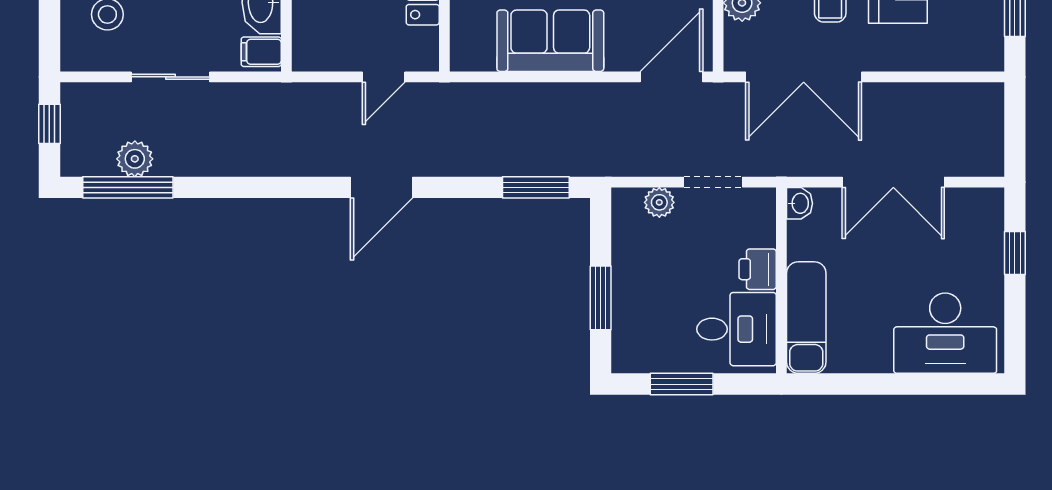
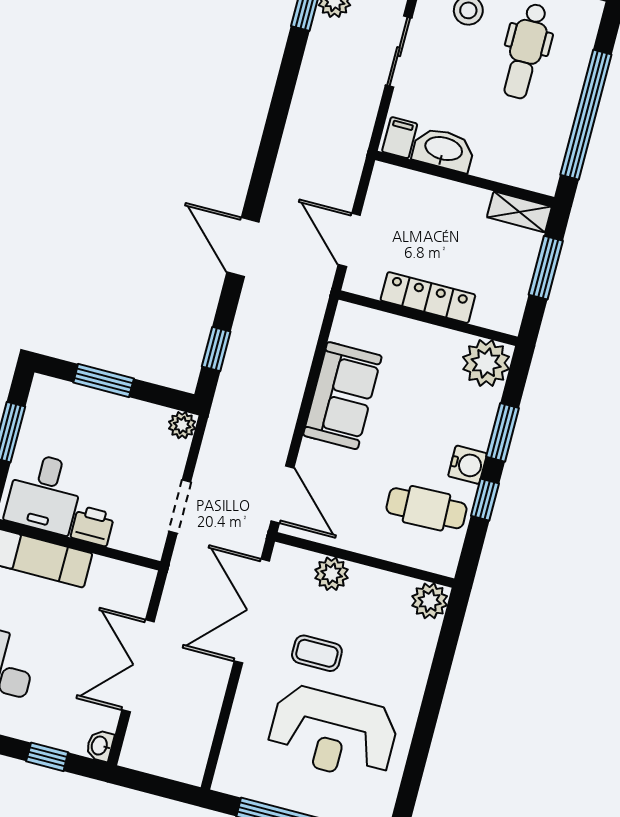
door: (384, 77) -> (349, 240), width x1.38
door: (381, 187) -> (243, 247), moved
window: (536, 187) -> (216, 349), width x0.67
plant: (659, 202) -> (182, 425), moved
washbasin: (800, 203) -> (100, 746), moved, turned 90

